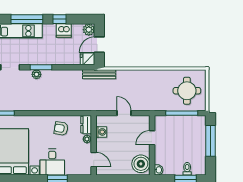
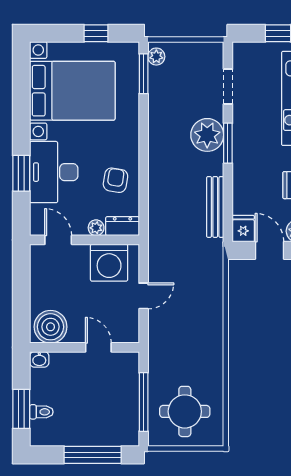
plant: (36, 74) -> (207, 135), width x1.87, depth x1.87
bench: (99, 74) -> (215, 207), moved
washing machine: (101, 132) -> (109, 263), width x1.89, depth x1.89
door: (94, 160) -> (58, 240), swing flipped
desk: (52, 162) -> (54, 172), width x1.37

